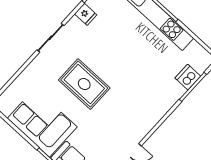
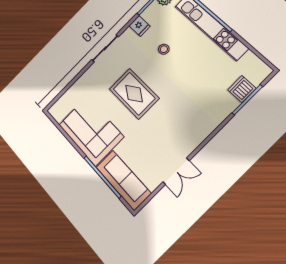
stool: (112, 39) -> (164, 49), added

